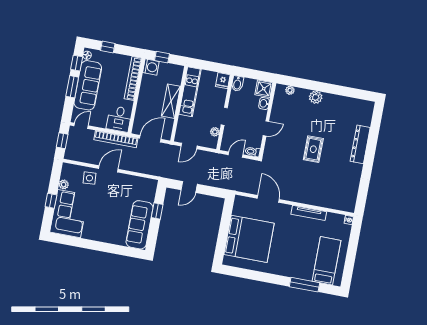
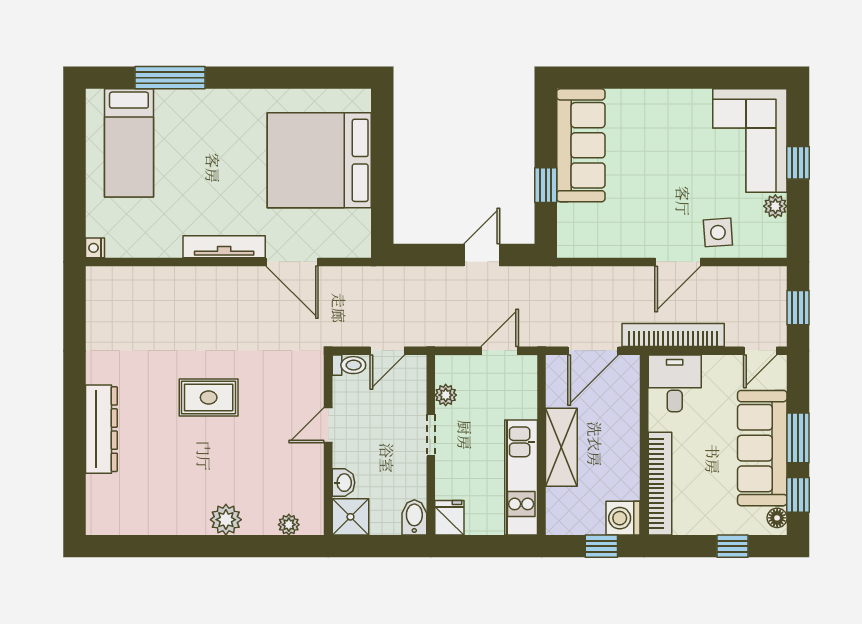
rug: (313, 149) -> (209, 398), turned 90
tv unit: (309, 213) -> (224, 247), moved

